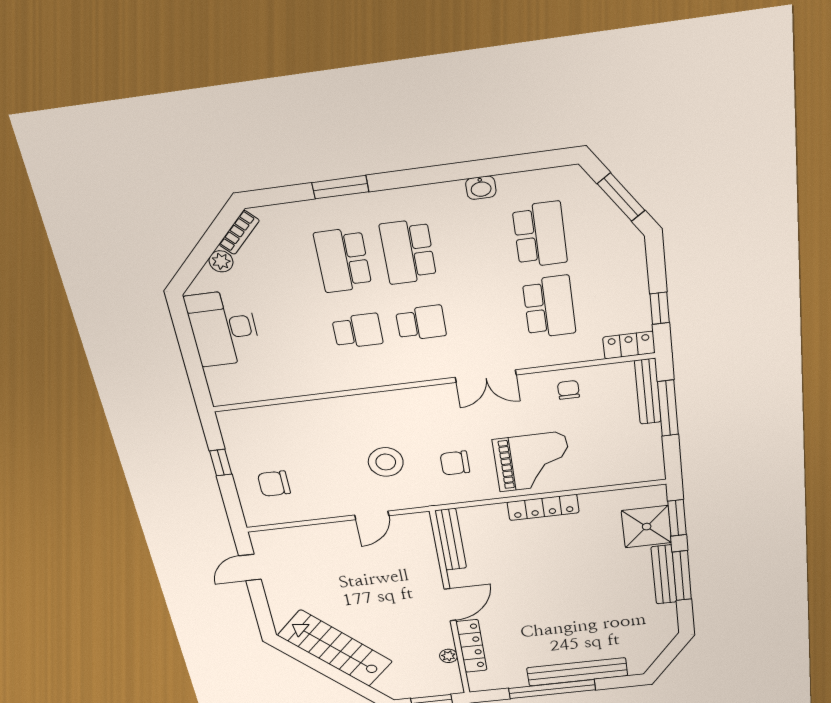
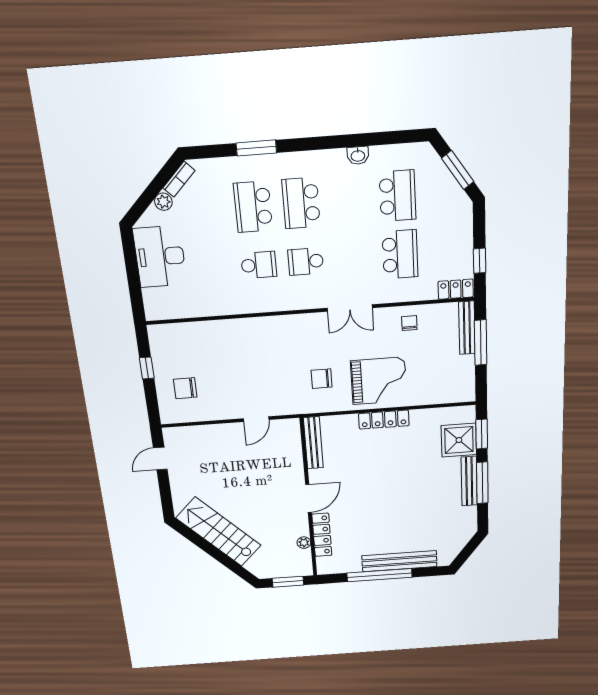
school desk: (421, 323) -> (306, 261), turned 180
stool: (386, 462) -> (270, 375), removed

